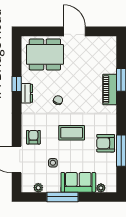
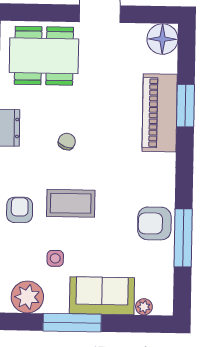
floor lamp: (108, 44) -> (162, 39), added
piano: (110, 89) -> (160, 113), width x1.37, depth x1.33
coffee table: (72, 133) -> (71, 203), moved
plant: (38, 188) -> (27, 297), width x1.88, depth x1.88

